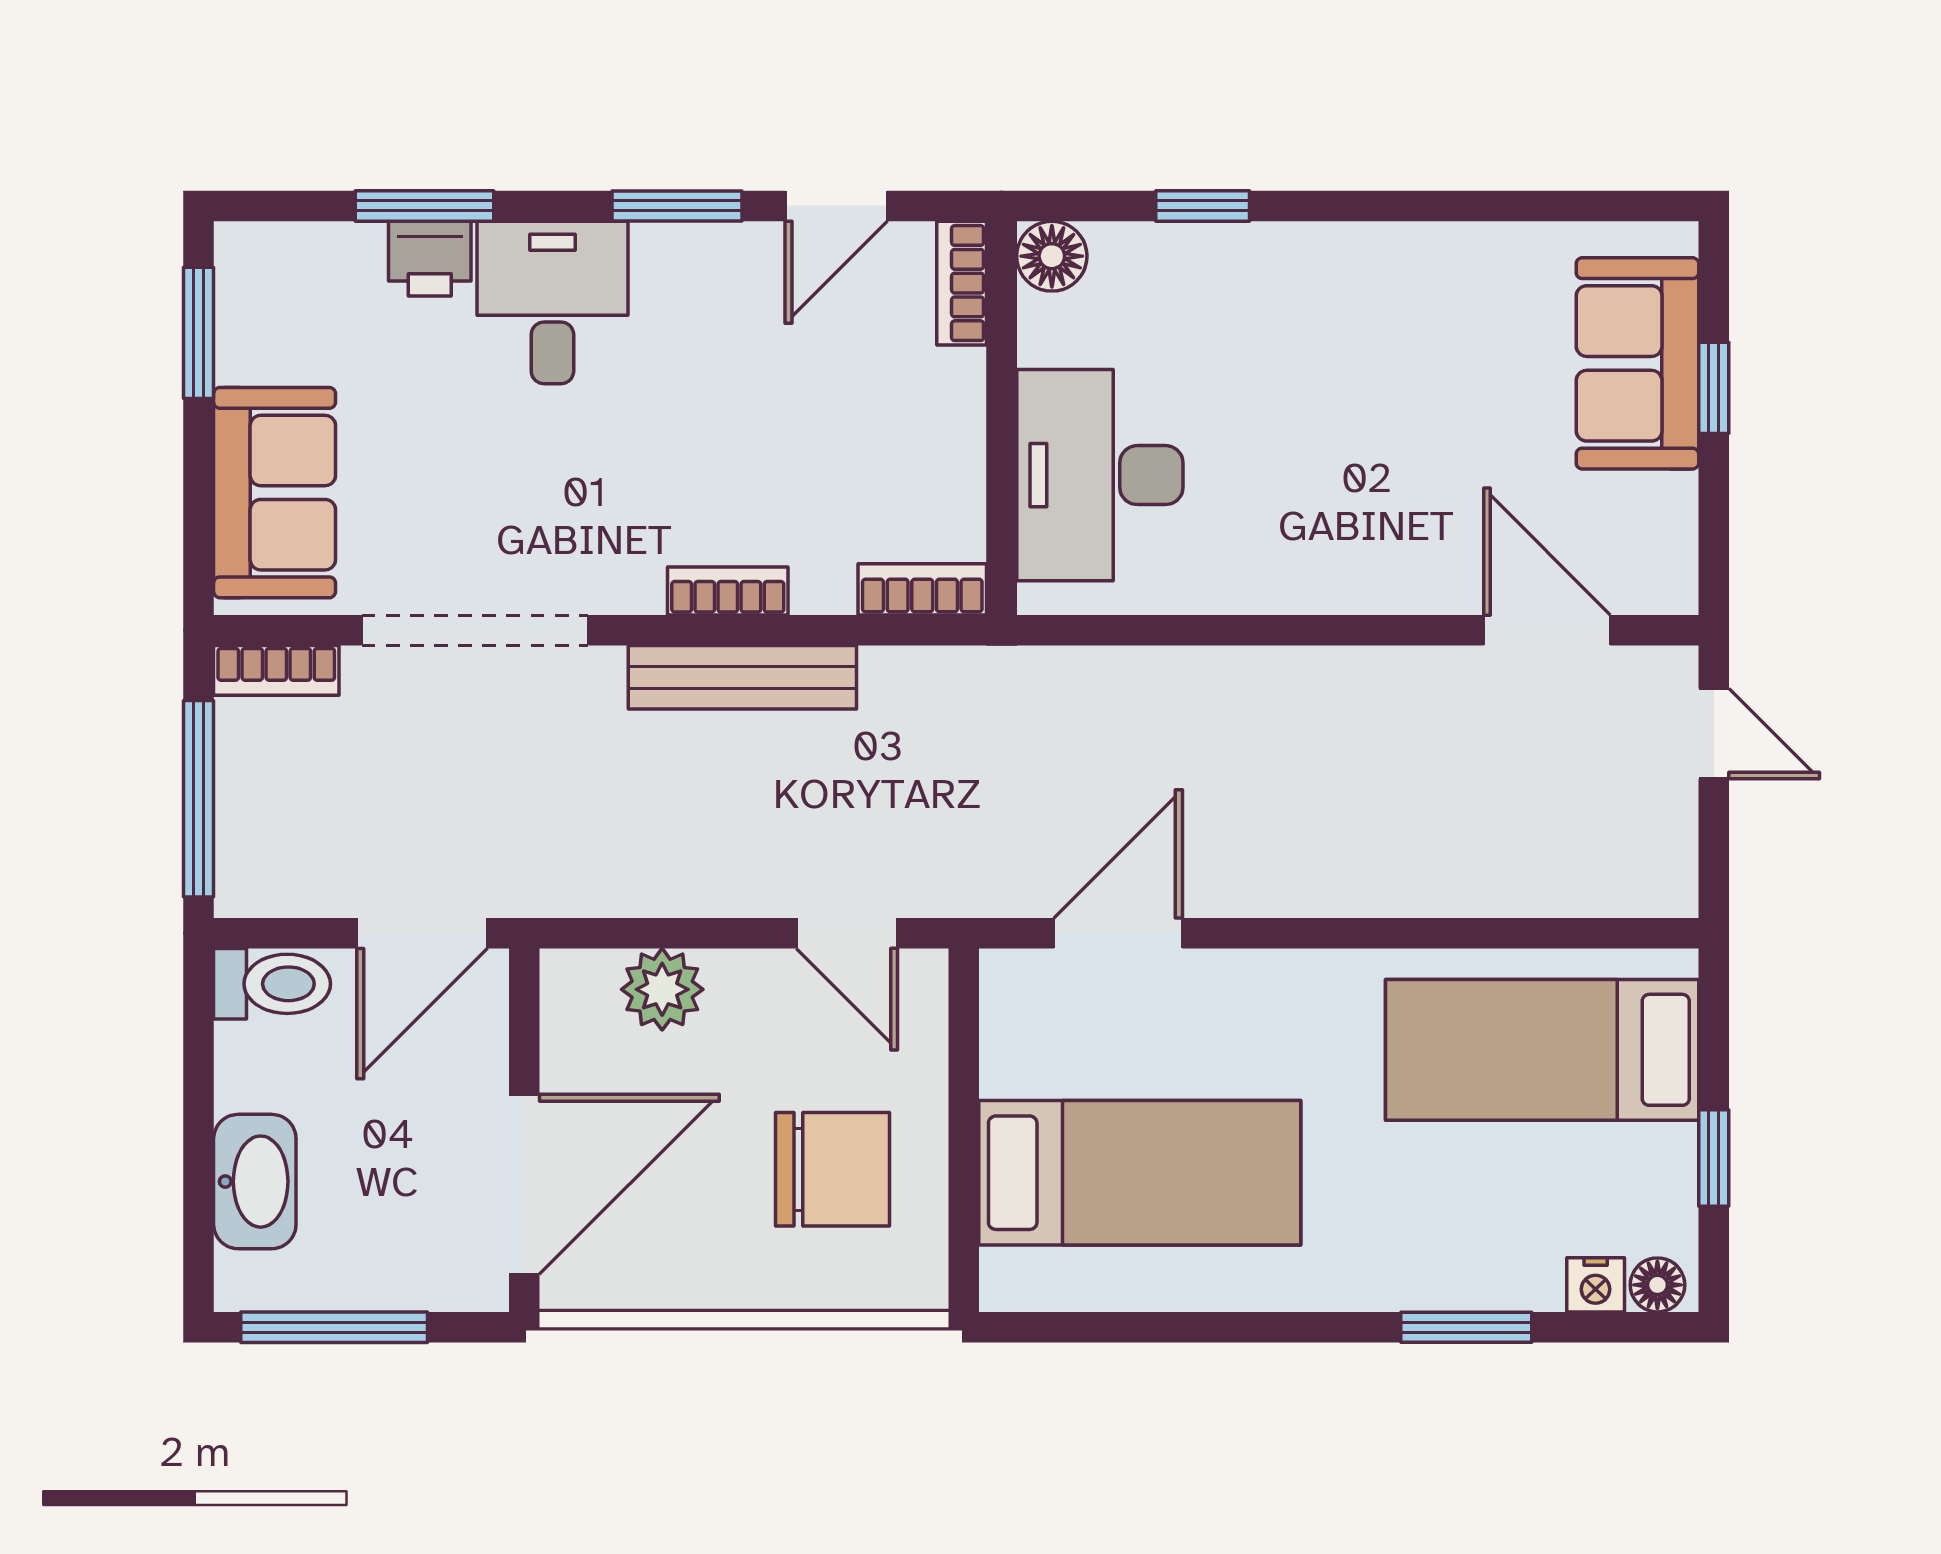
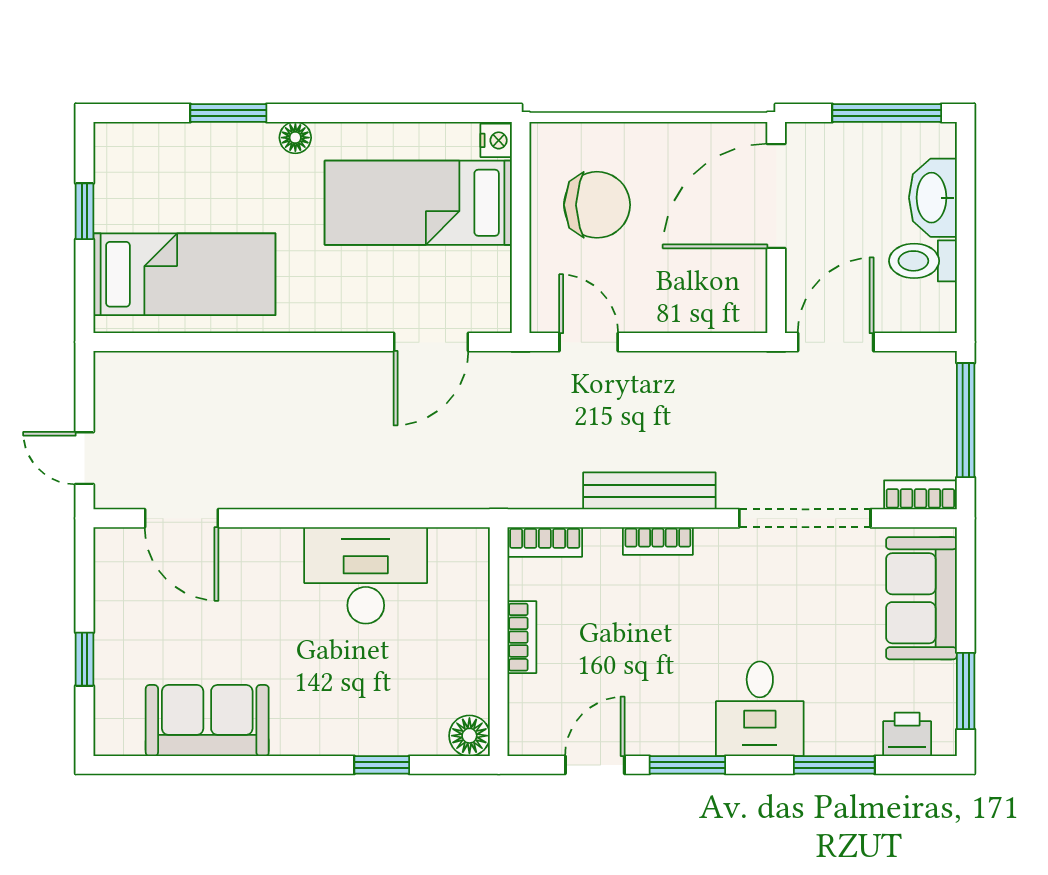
printer: (430, 259) -> (907, 734), moved
bookcase: (962, 283) -> (522, 637), moved
sofa: (1637, 363) -> (207, 721), moved, turned -90
desk: (1100, 475) -> (366, 575), moved, turned -90
toilet: (272, 984) -> (923, 261), moved
plant: (662, 989) -> (696, 309), removed
chair: (833, 1169) -> (597, 205), turned 180
nightstand: (1596, 1285) -> (496, 140), moved, turned 90
floor lamp: (1657, 1285) -> (295, 138), moved

